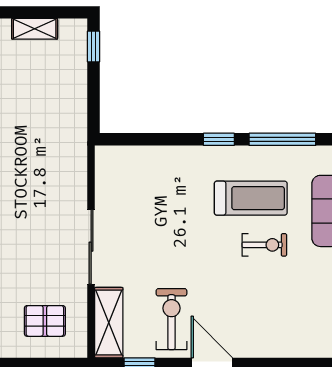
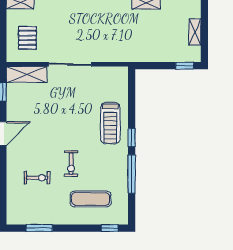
treadmill: (251, 198) -> (110, 123), moved
exercise bike: (171, 319) -> (37, 178), moved, width x0.73, depth x0.72

